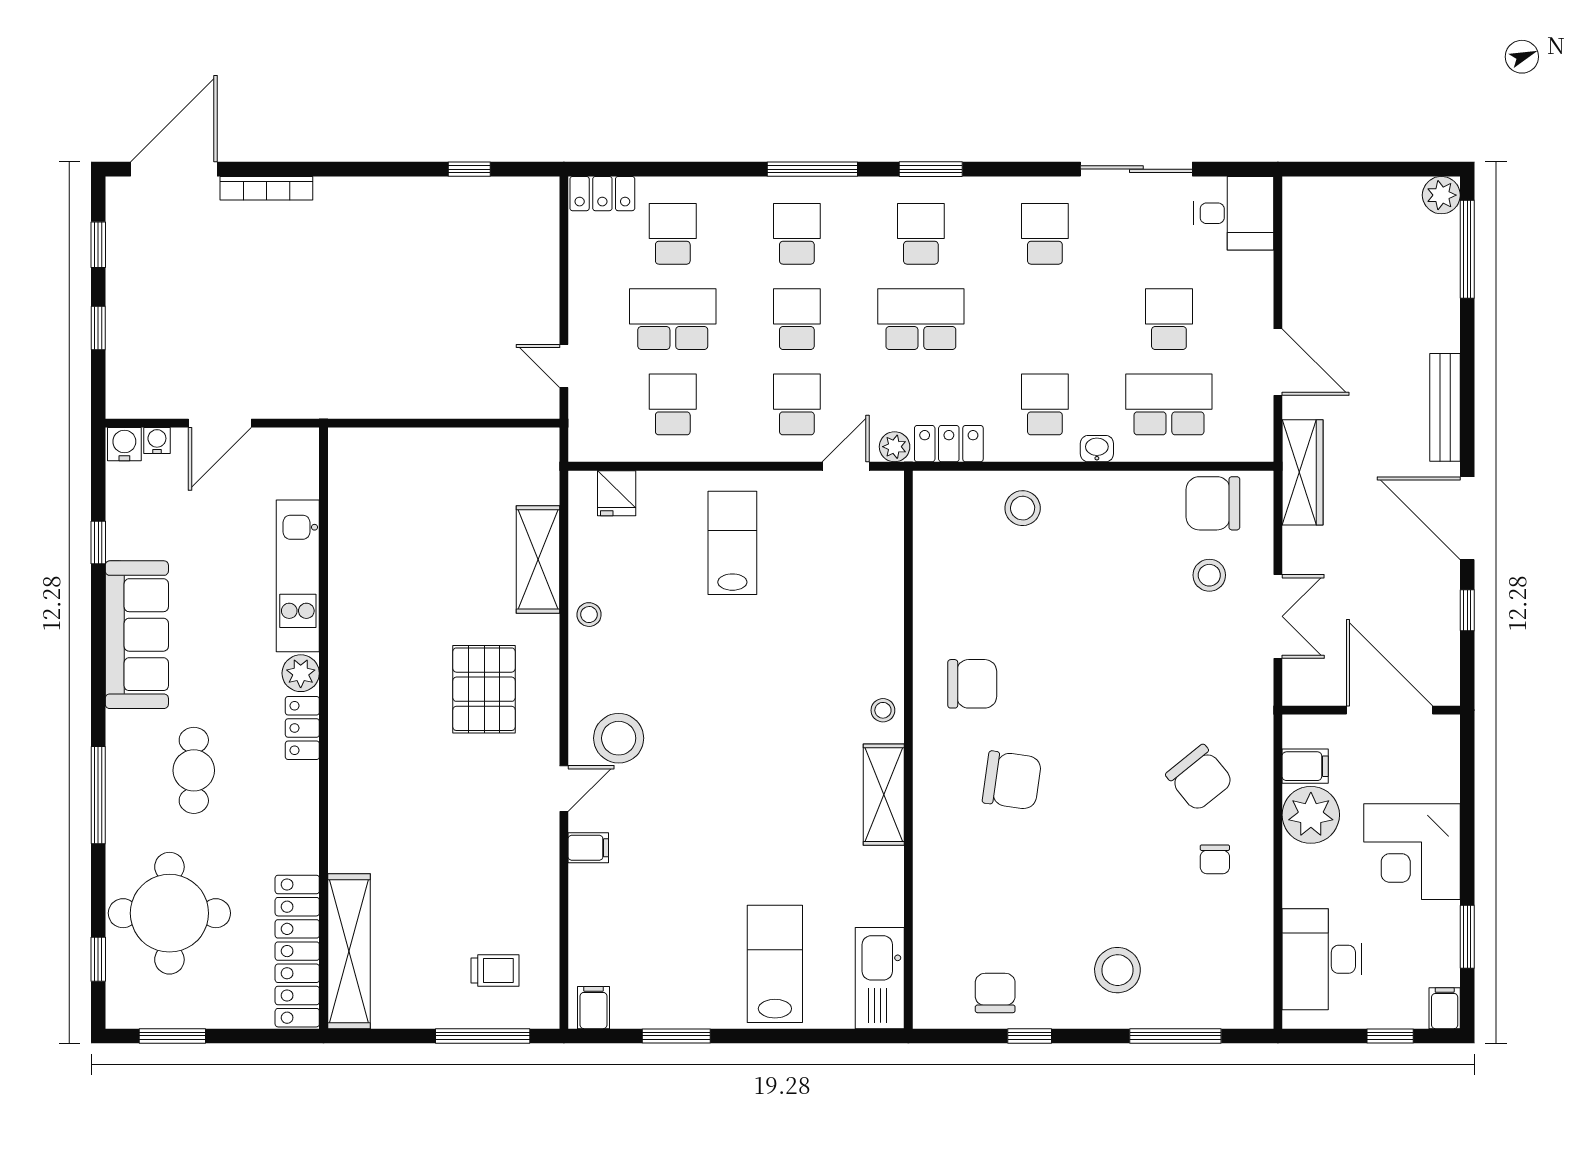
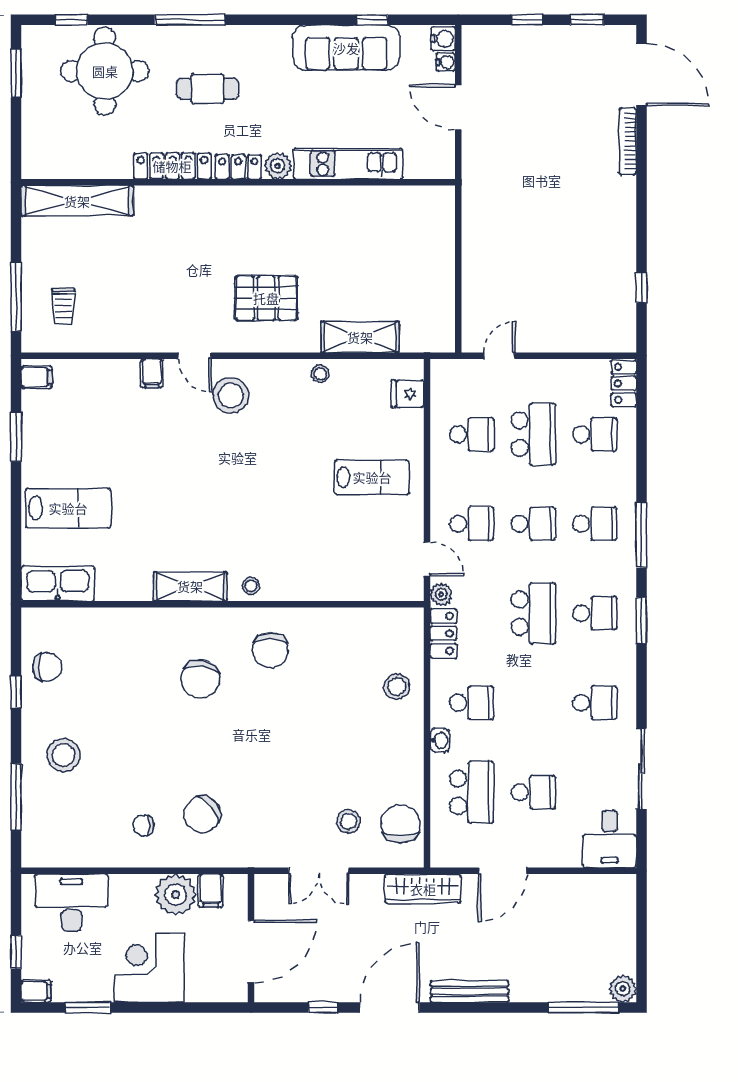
sofa: (137, 635) -> (346, 48), moved
locker: (297, 951) -> (172, 166), moved, width x0.71, depth x0.83

